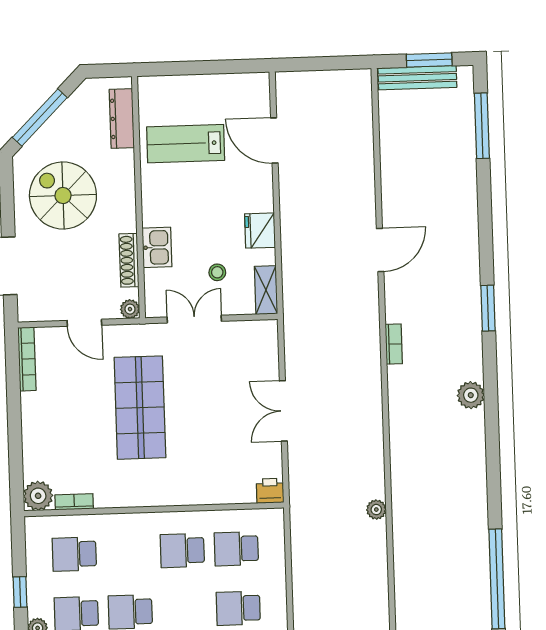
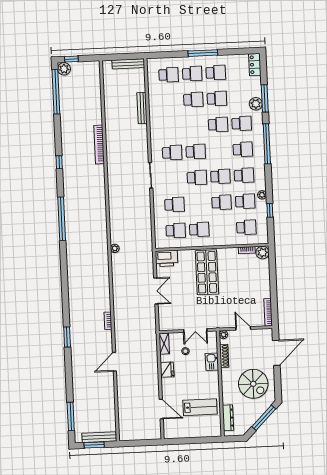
plant: (471, 395) -> (74, 299), removed
shop shelf: (140, 408) -> (207, 272), moved
printer: (270, 491) -> (166, 258), width x1.87, depth x1.48

